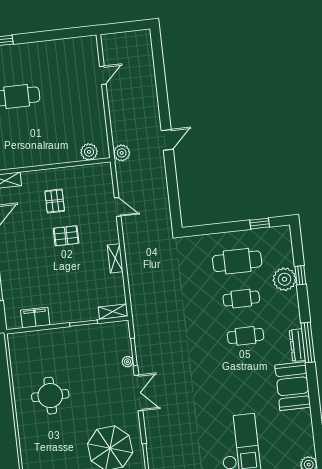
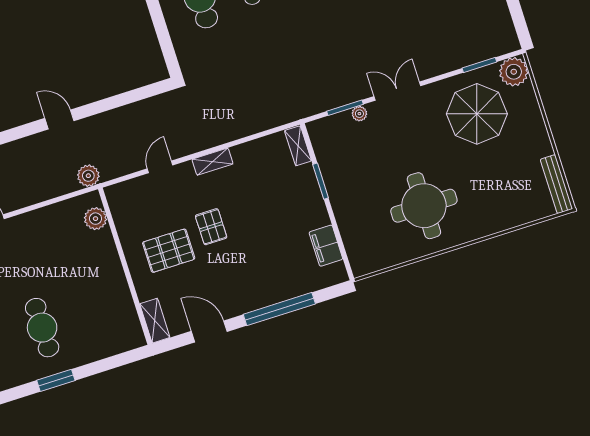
pallet: (55, 201) -> (169, 251), width x1.50, depth x1.42
shelving: (115, 258) -> (213, 162), moved
round table: (50, 396) -> (424, 206), width x1.36, depth x1.36

